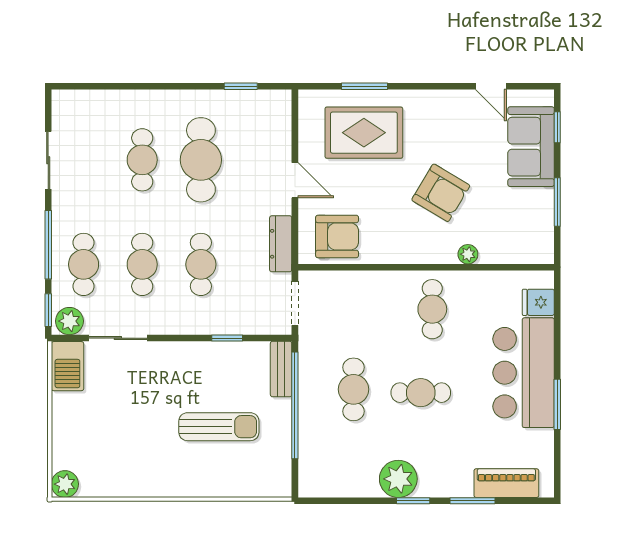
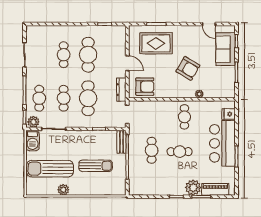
cafe table: (201, 264) -> (88, 98), width x1.37, depth x1.35
sun lounger: (109, 433) -> (50, 169), added
plant: (398, 479) -> (193, 188), moved
plant: (65, 484) -> (63, 190), moved

